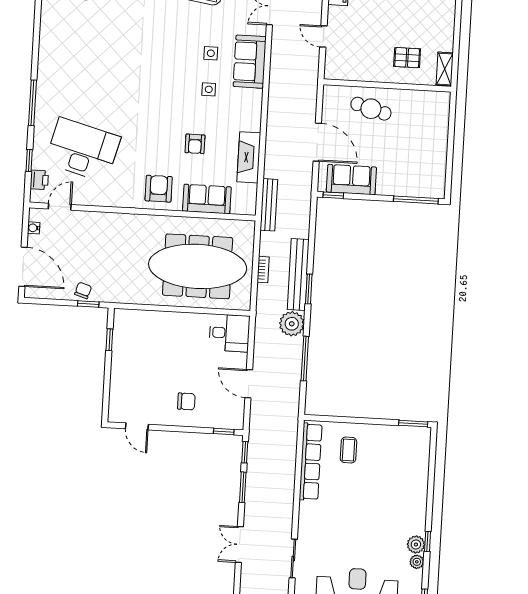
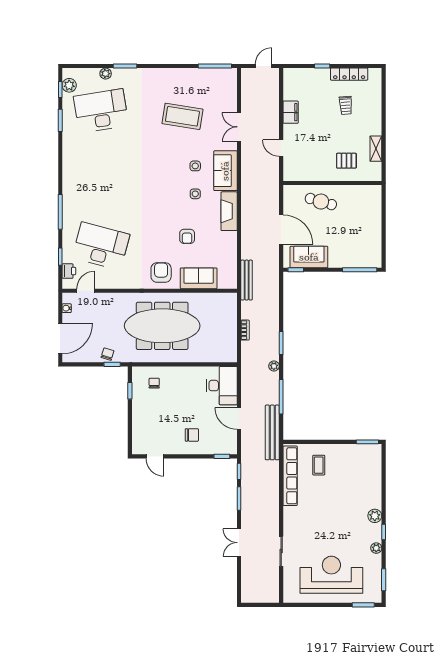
shelving: (445, 69) -> (376, 149), moved
fireplace: (249, 157) -> (229, 211), moved
meeting table: (198, 266) -> (162, 326), moved
door: (23, 267) -> (60, 339), hinge flipped
bench: (298, 275) -> (272, 432), moved
plant: (292, 324) -> (274, 366), width x0.53, depth x0.53
chair: (141, 332) -> (154, 383), added
desk: (229, 333) -> (222, 386), width x1.37
plant: (416, 544) -> (375, 516), moved

